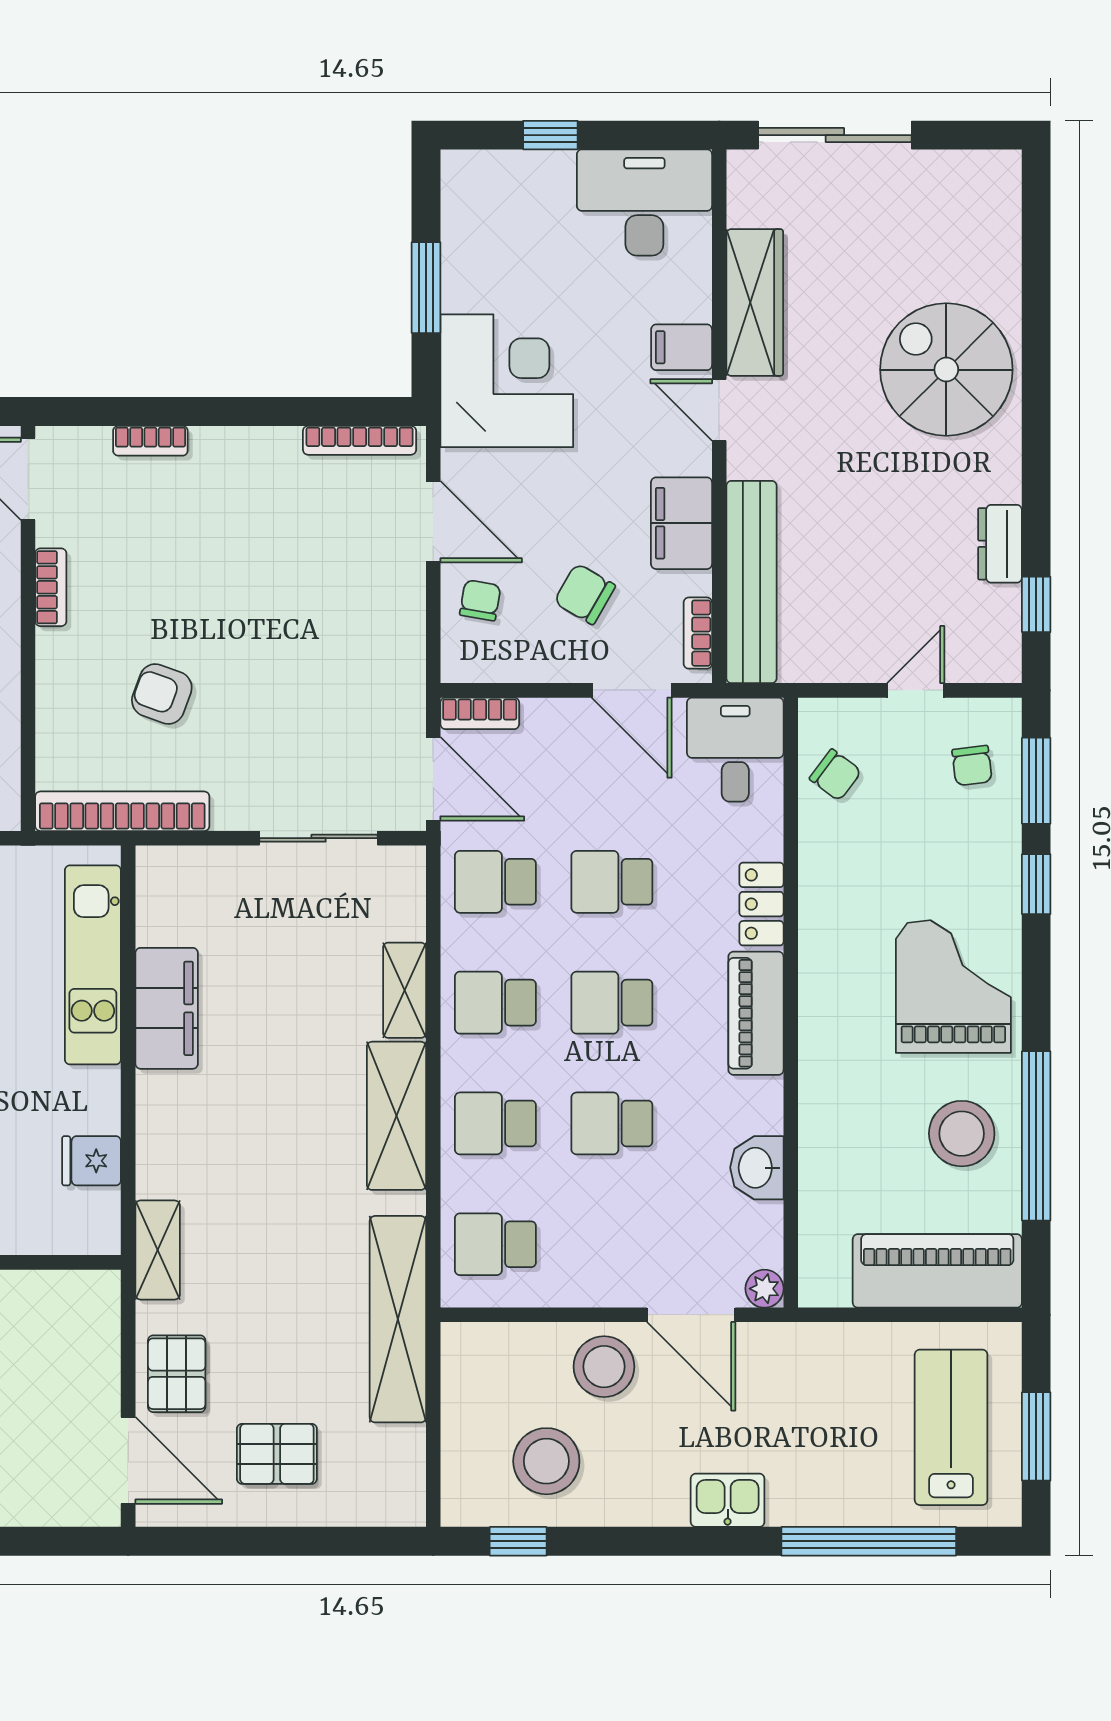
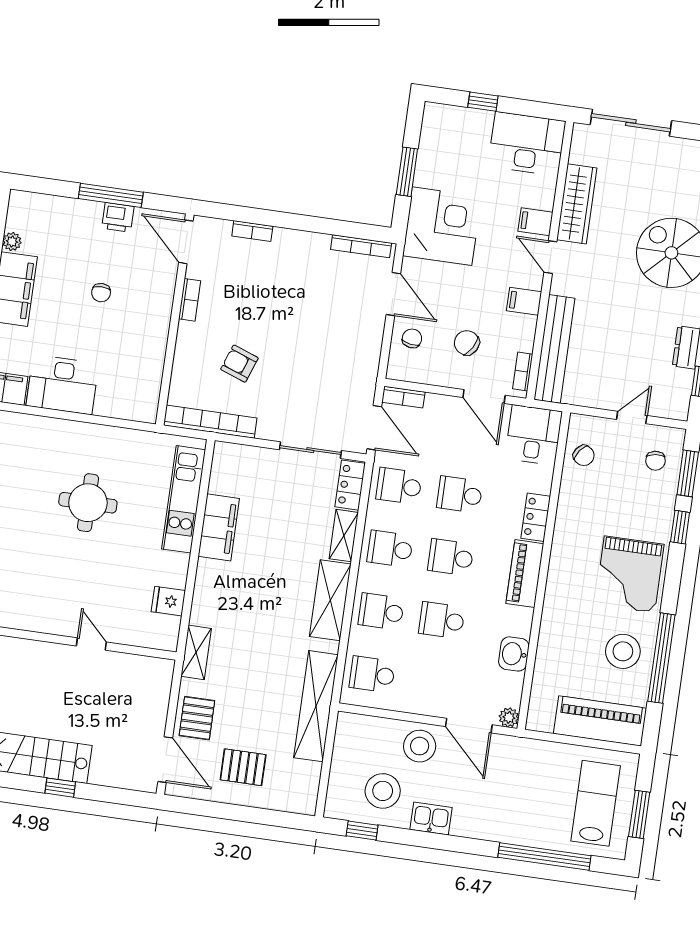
filing cabinet: (681, 523) -> (524, 301), width x0.50
locker: (403, 893) -> (350, 485), added
grand piano: (953, 987) -> (629, 574), turned 180
kitchen sink: (728, 1500) -> (431, 819), moved

